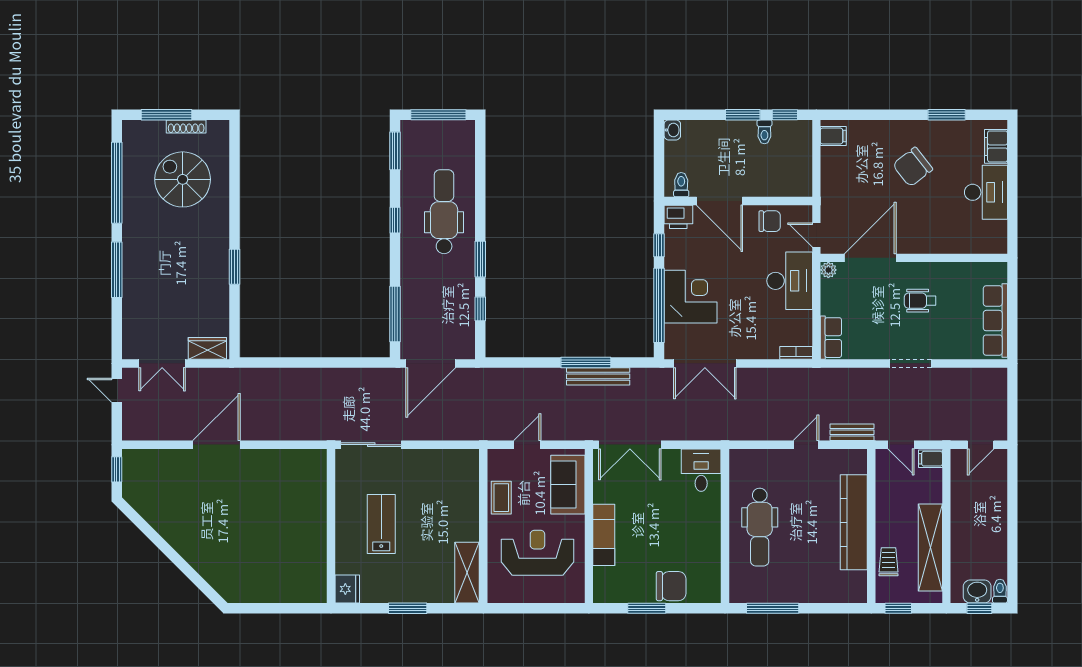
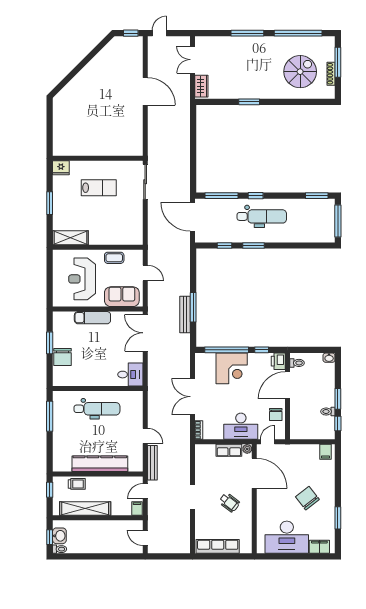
desk: (986, 192) -> (287, 537), width x1.36, depth x1.30
dental chair: (444, 212) -> (262, 216), moved
window: (395, 220) -> (256, 196), moved
wheelchair: (920, 301) -> (229, 502), turned 128
row of seats: (831, 338) -> (229, 450), moved
double door: (705, 363) -> (193, 397), moved
door: (117, 390) -> (159, 33), moved
bench: (852, 432) -> (152, 463), width x1.36
dental chair: (760, 527) -> (97, 409), turned 180
reception desk: (537, 553) -> (82, 279), turned 180

